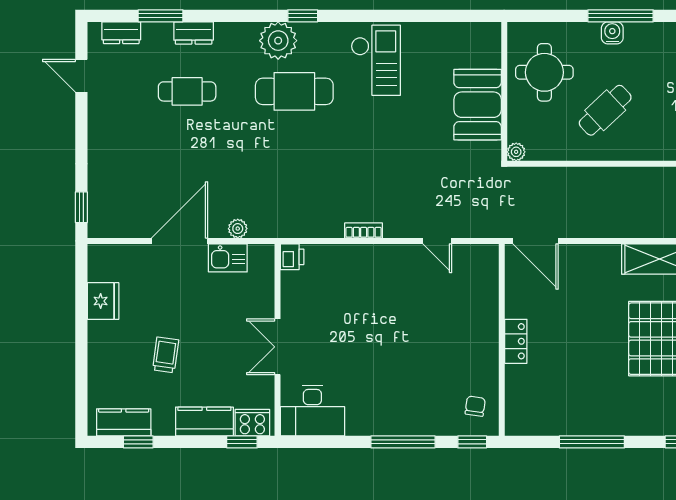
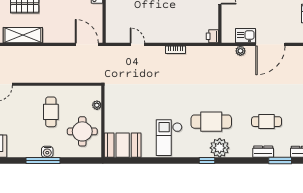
booth: (478, 105) -> (123, 145), moved, turned 90
cafe table: (605, 110) -> (51, 112), turned -47
plant: (516, 152) -> (97, 105), moved

